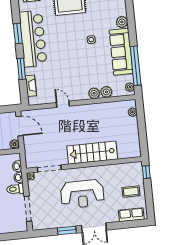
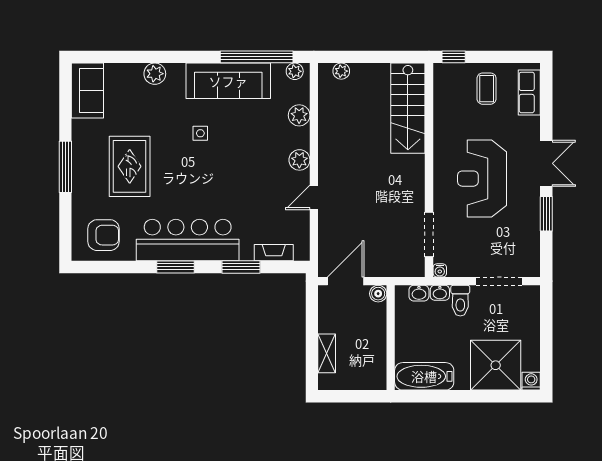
plant: (122, 22) -> (155, 74), moved
plant: (94, 93) -> (299, 160), moved
stairs: (92, 153) -> (408, 108), moved
reception desk: (82, 194) -> (482, 179), turned 180

